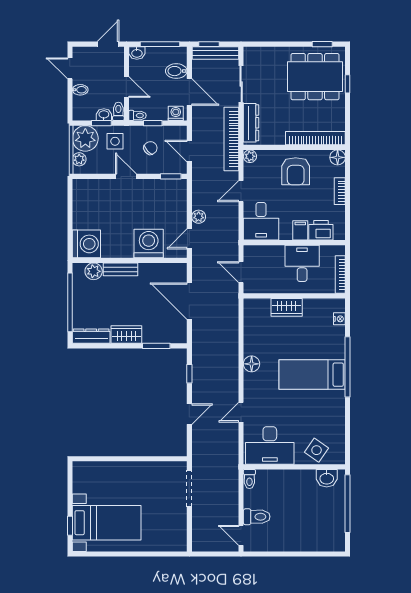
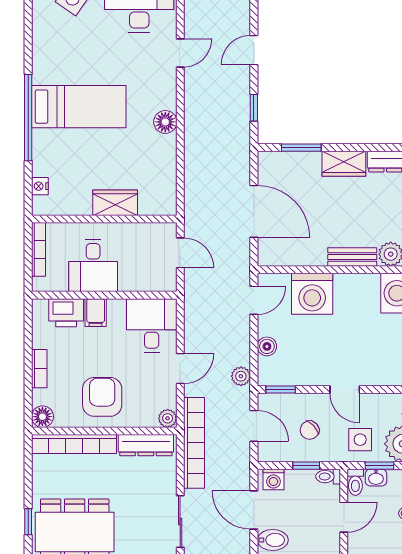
door: (126, 87) -> (344, 517), swing flipped
dresser: (251, 123) -> (146, 445), moved, turned -90
boiler: (180, 207) -> (267, 346), added
plant: (199, 217) -> (241, 376), moved

